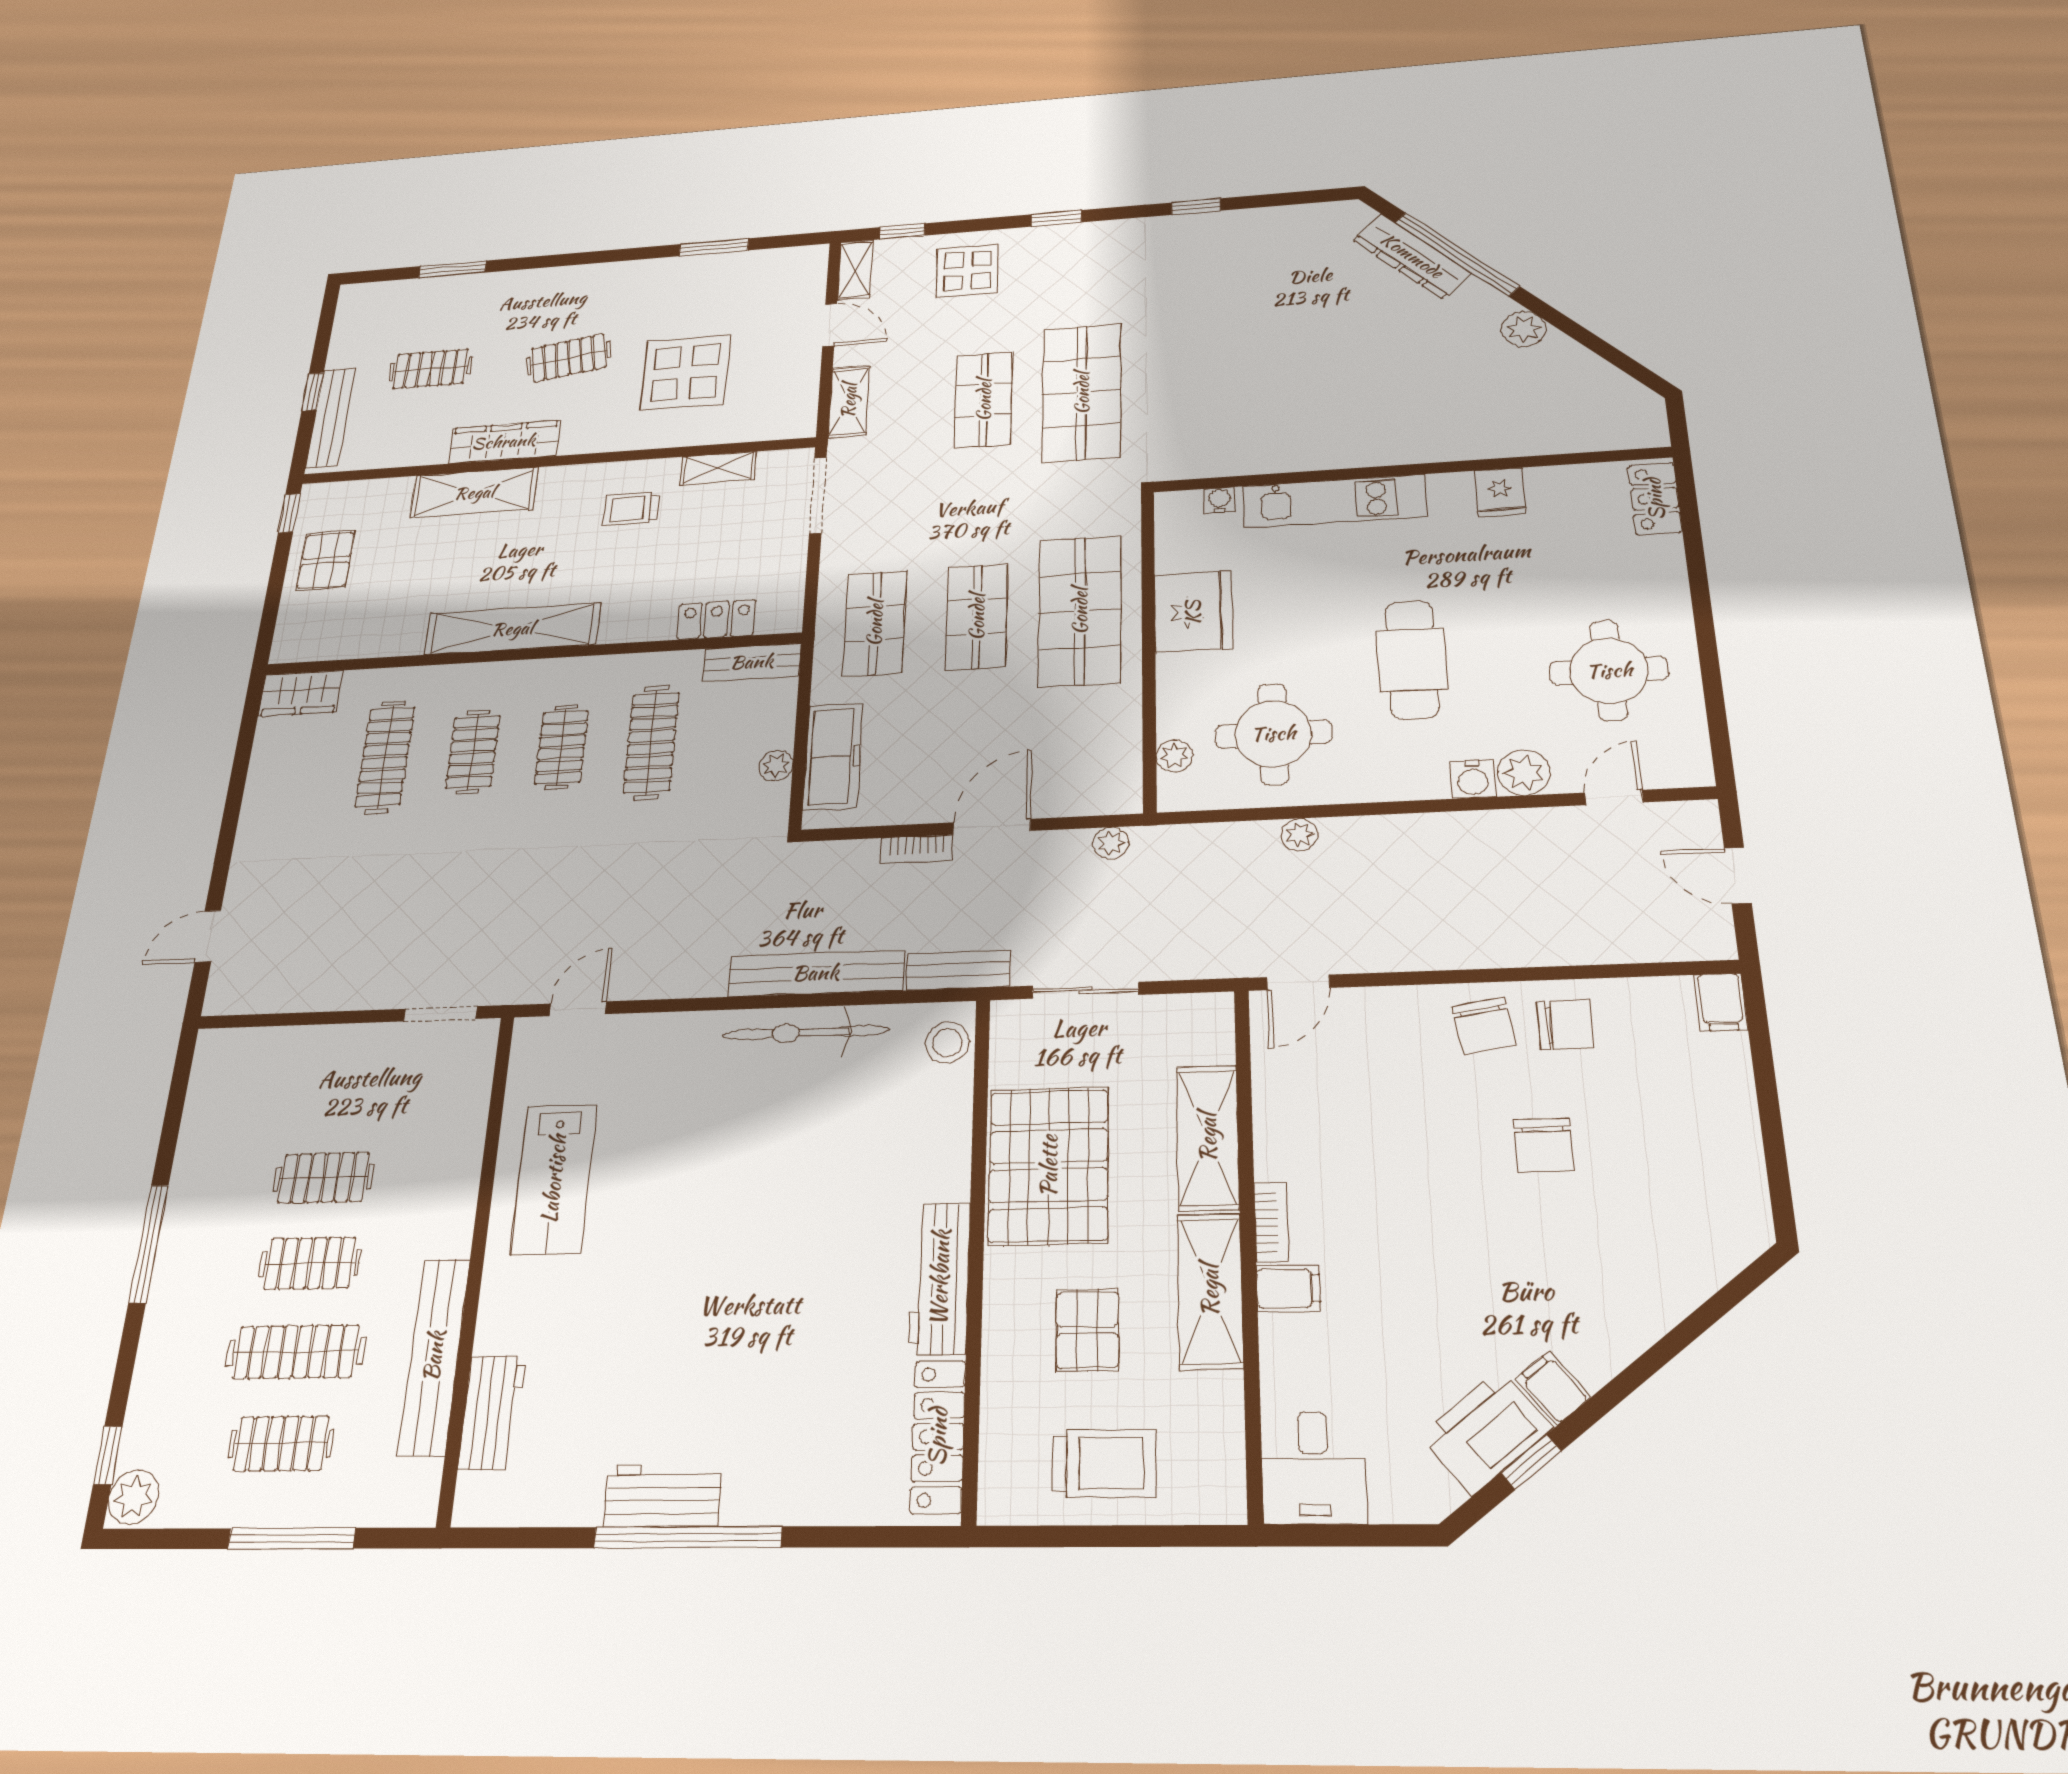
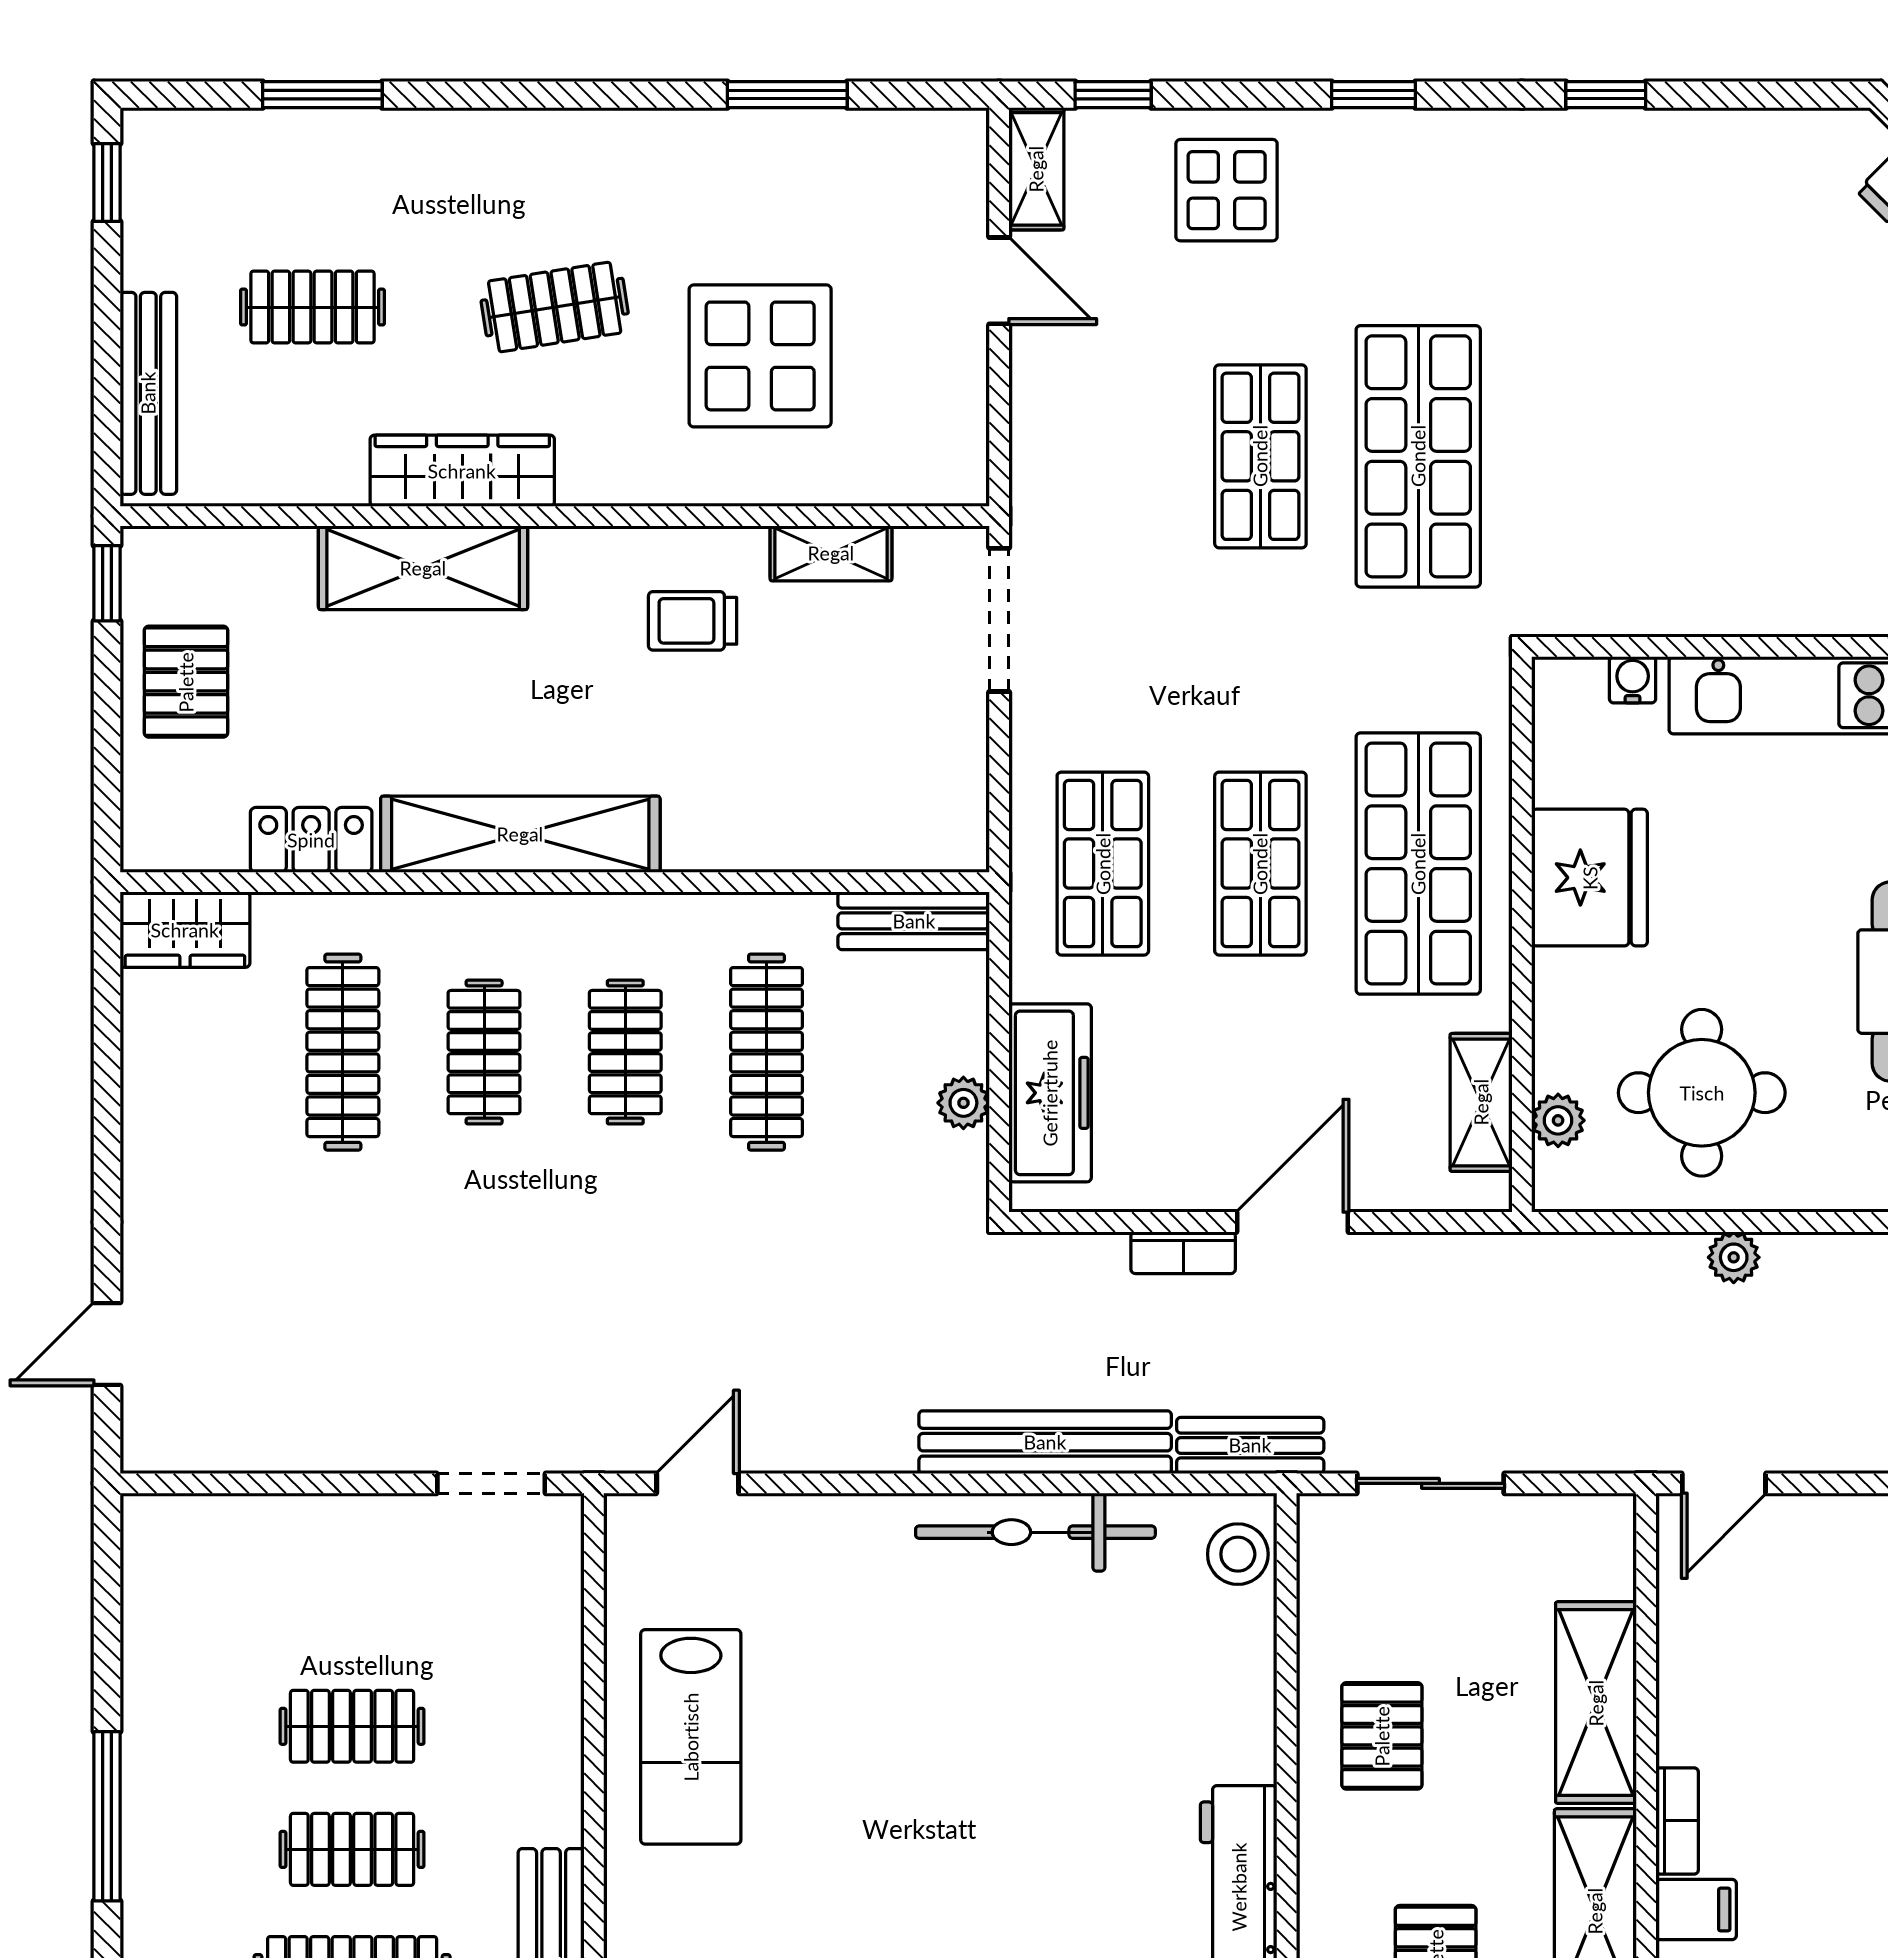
window: (313, 392) -> (107, 183), moved
shelving: (849, 401) -> (1481, 1102), moved
locker: (716, 620) -> (311, 840), moved
plant: (1111, 843) -> (1466, 1257), removed
pallet: (1049, 1166) -> (1382, 1736), width x0.49, depth x0.50

